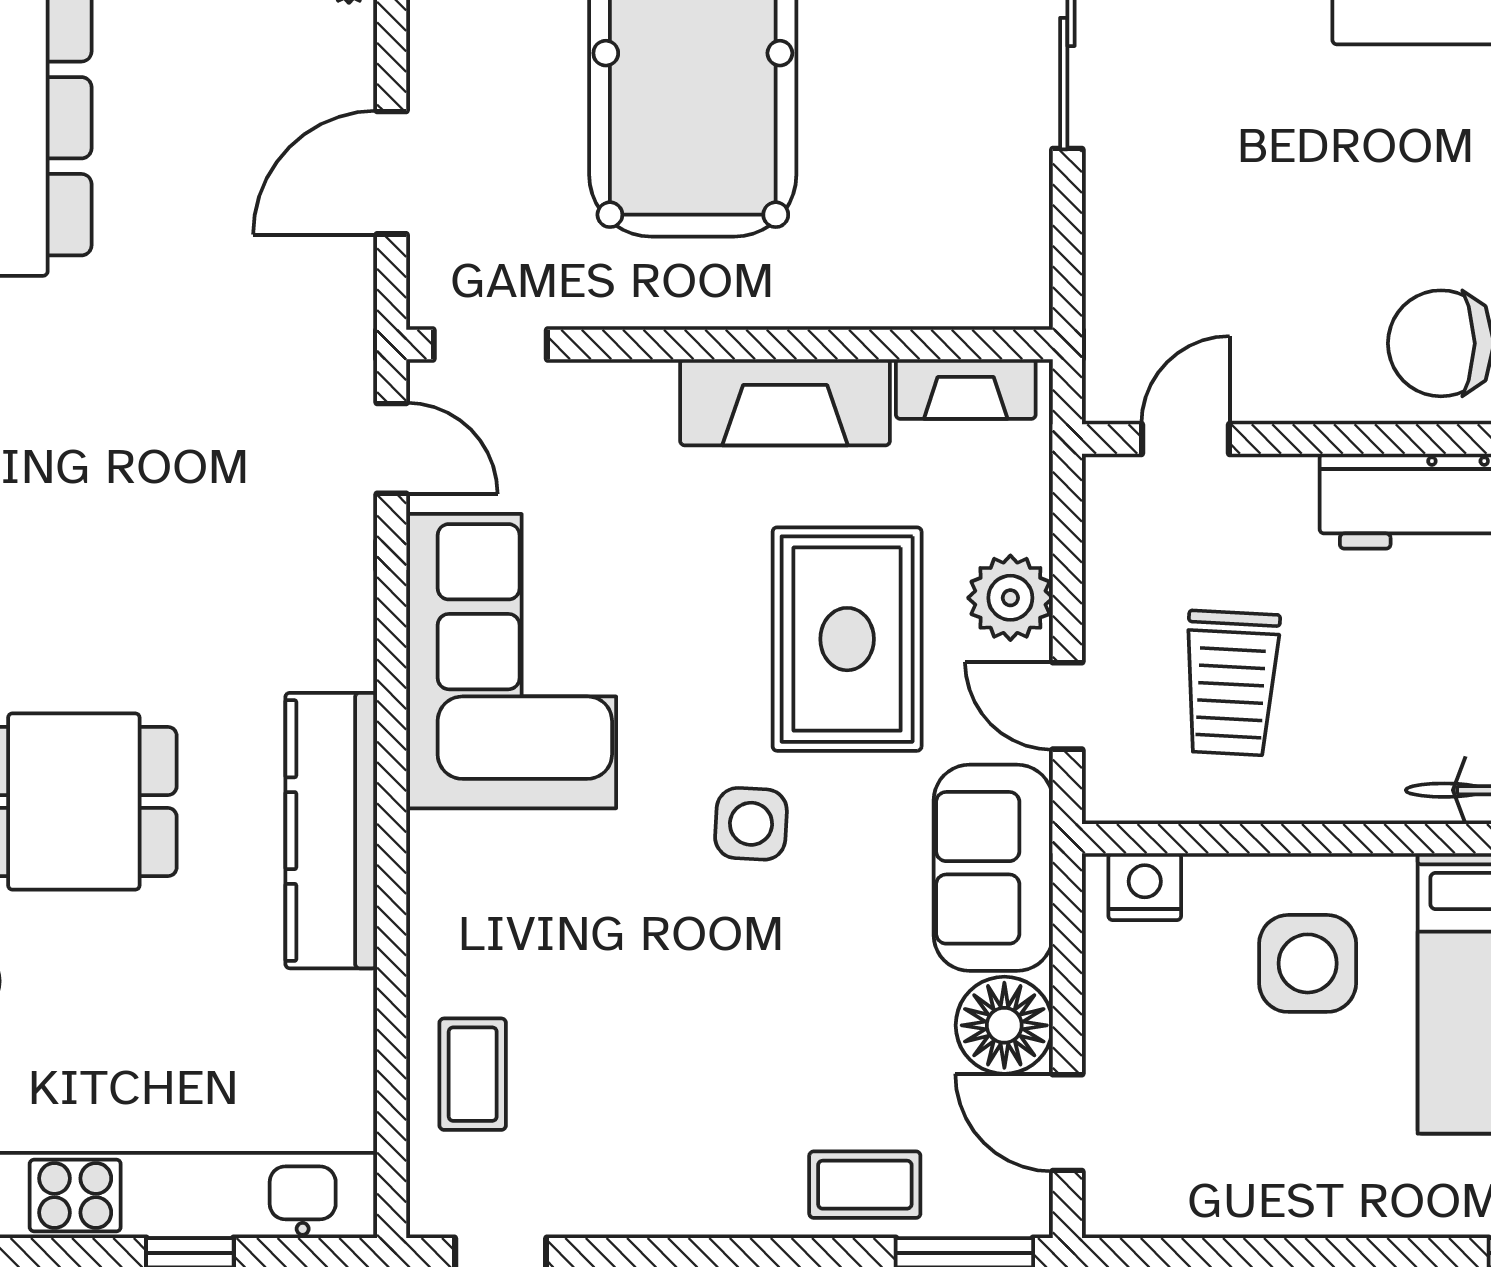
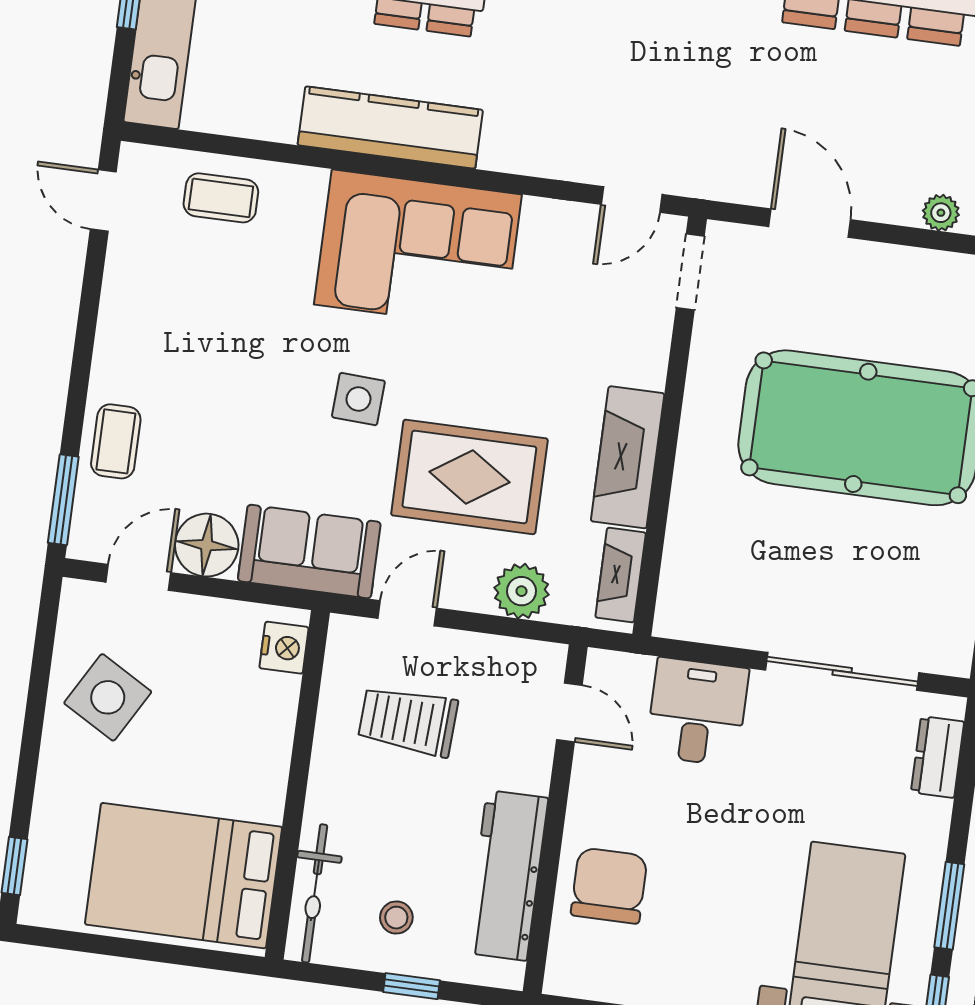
desk: (1159, 244) -> (697, 712), added
plant: (1010, 598) -> (522, 591), moved
corner sofa: (511, 661) -> (418, 249), moved
side table: (1308, 963) -> (108, 697), moved, turned 30

